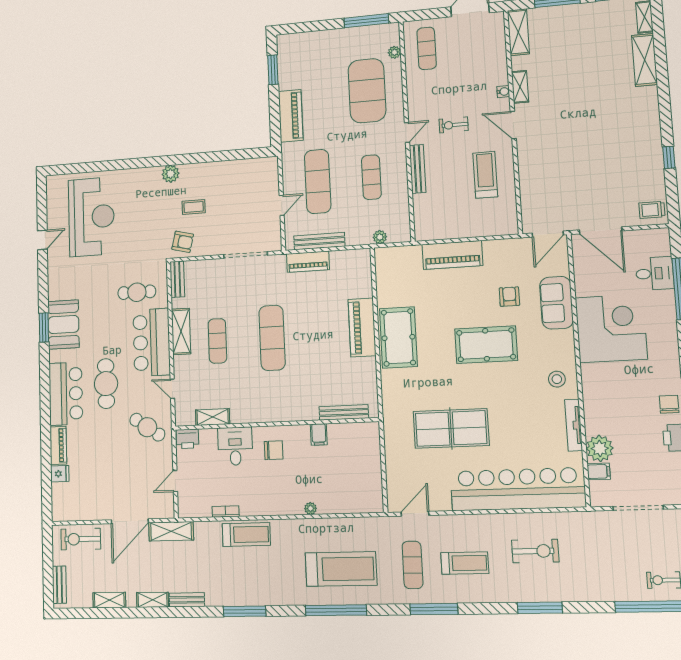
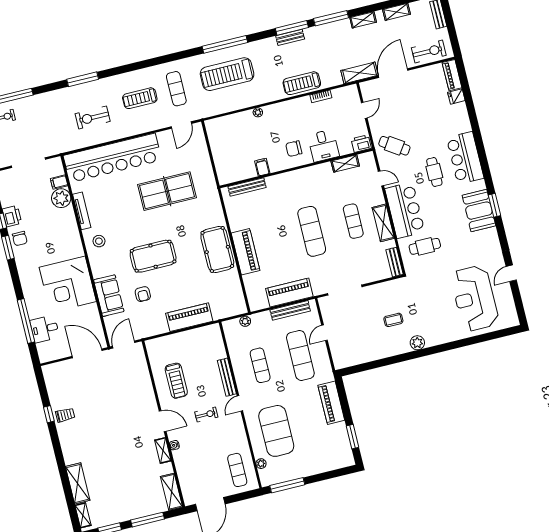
trolley: (652, 210) -> (65, 415), moved
armchair: (183, 242) -> (396, 292), removed
piano: (308, 262) -> (289, 293), width x1.37, depth x1.33
cafe table: (106, 384) -> (434, 172), width x0.73, depth x0.74
piano: (58, 445) -> (452, 75), moved
bench: (187, 600) -> (290, 37), moved
window: (434, 609) -> (331, 18), moved

